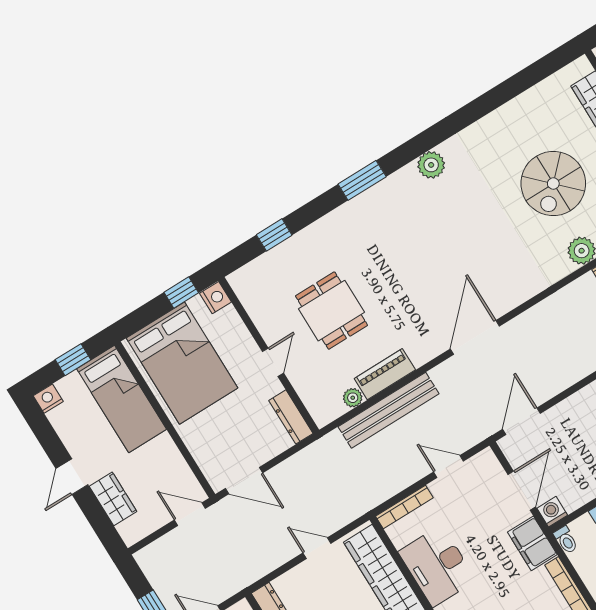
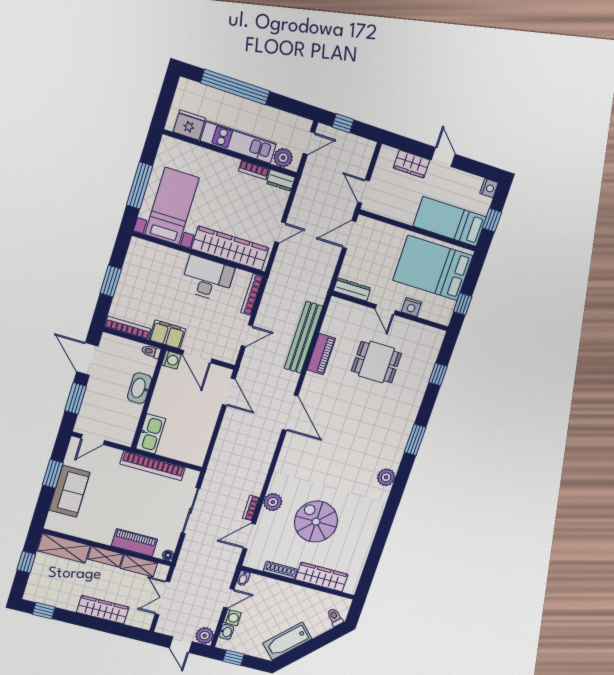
nightstand: (215, 298) -> (411, 307), moved
plant: (353, 398) -> (328, 327), removed
door: (190, 514) -> (364, 191), swing flipped

